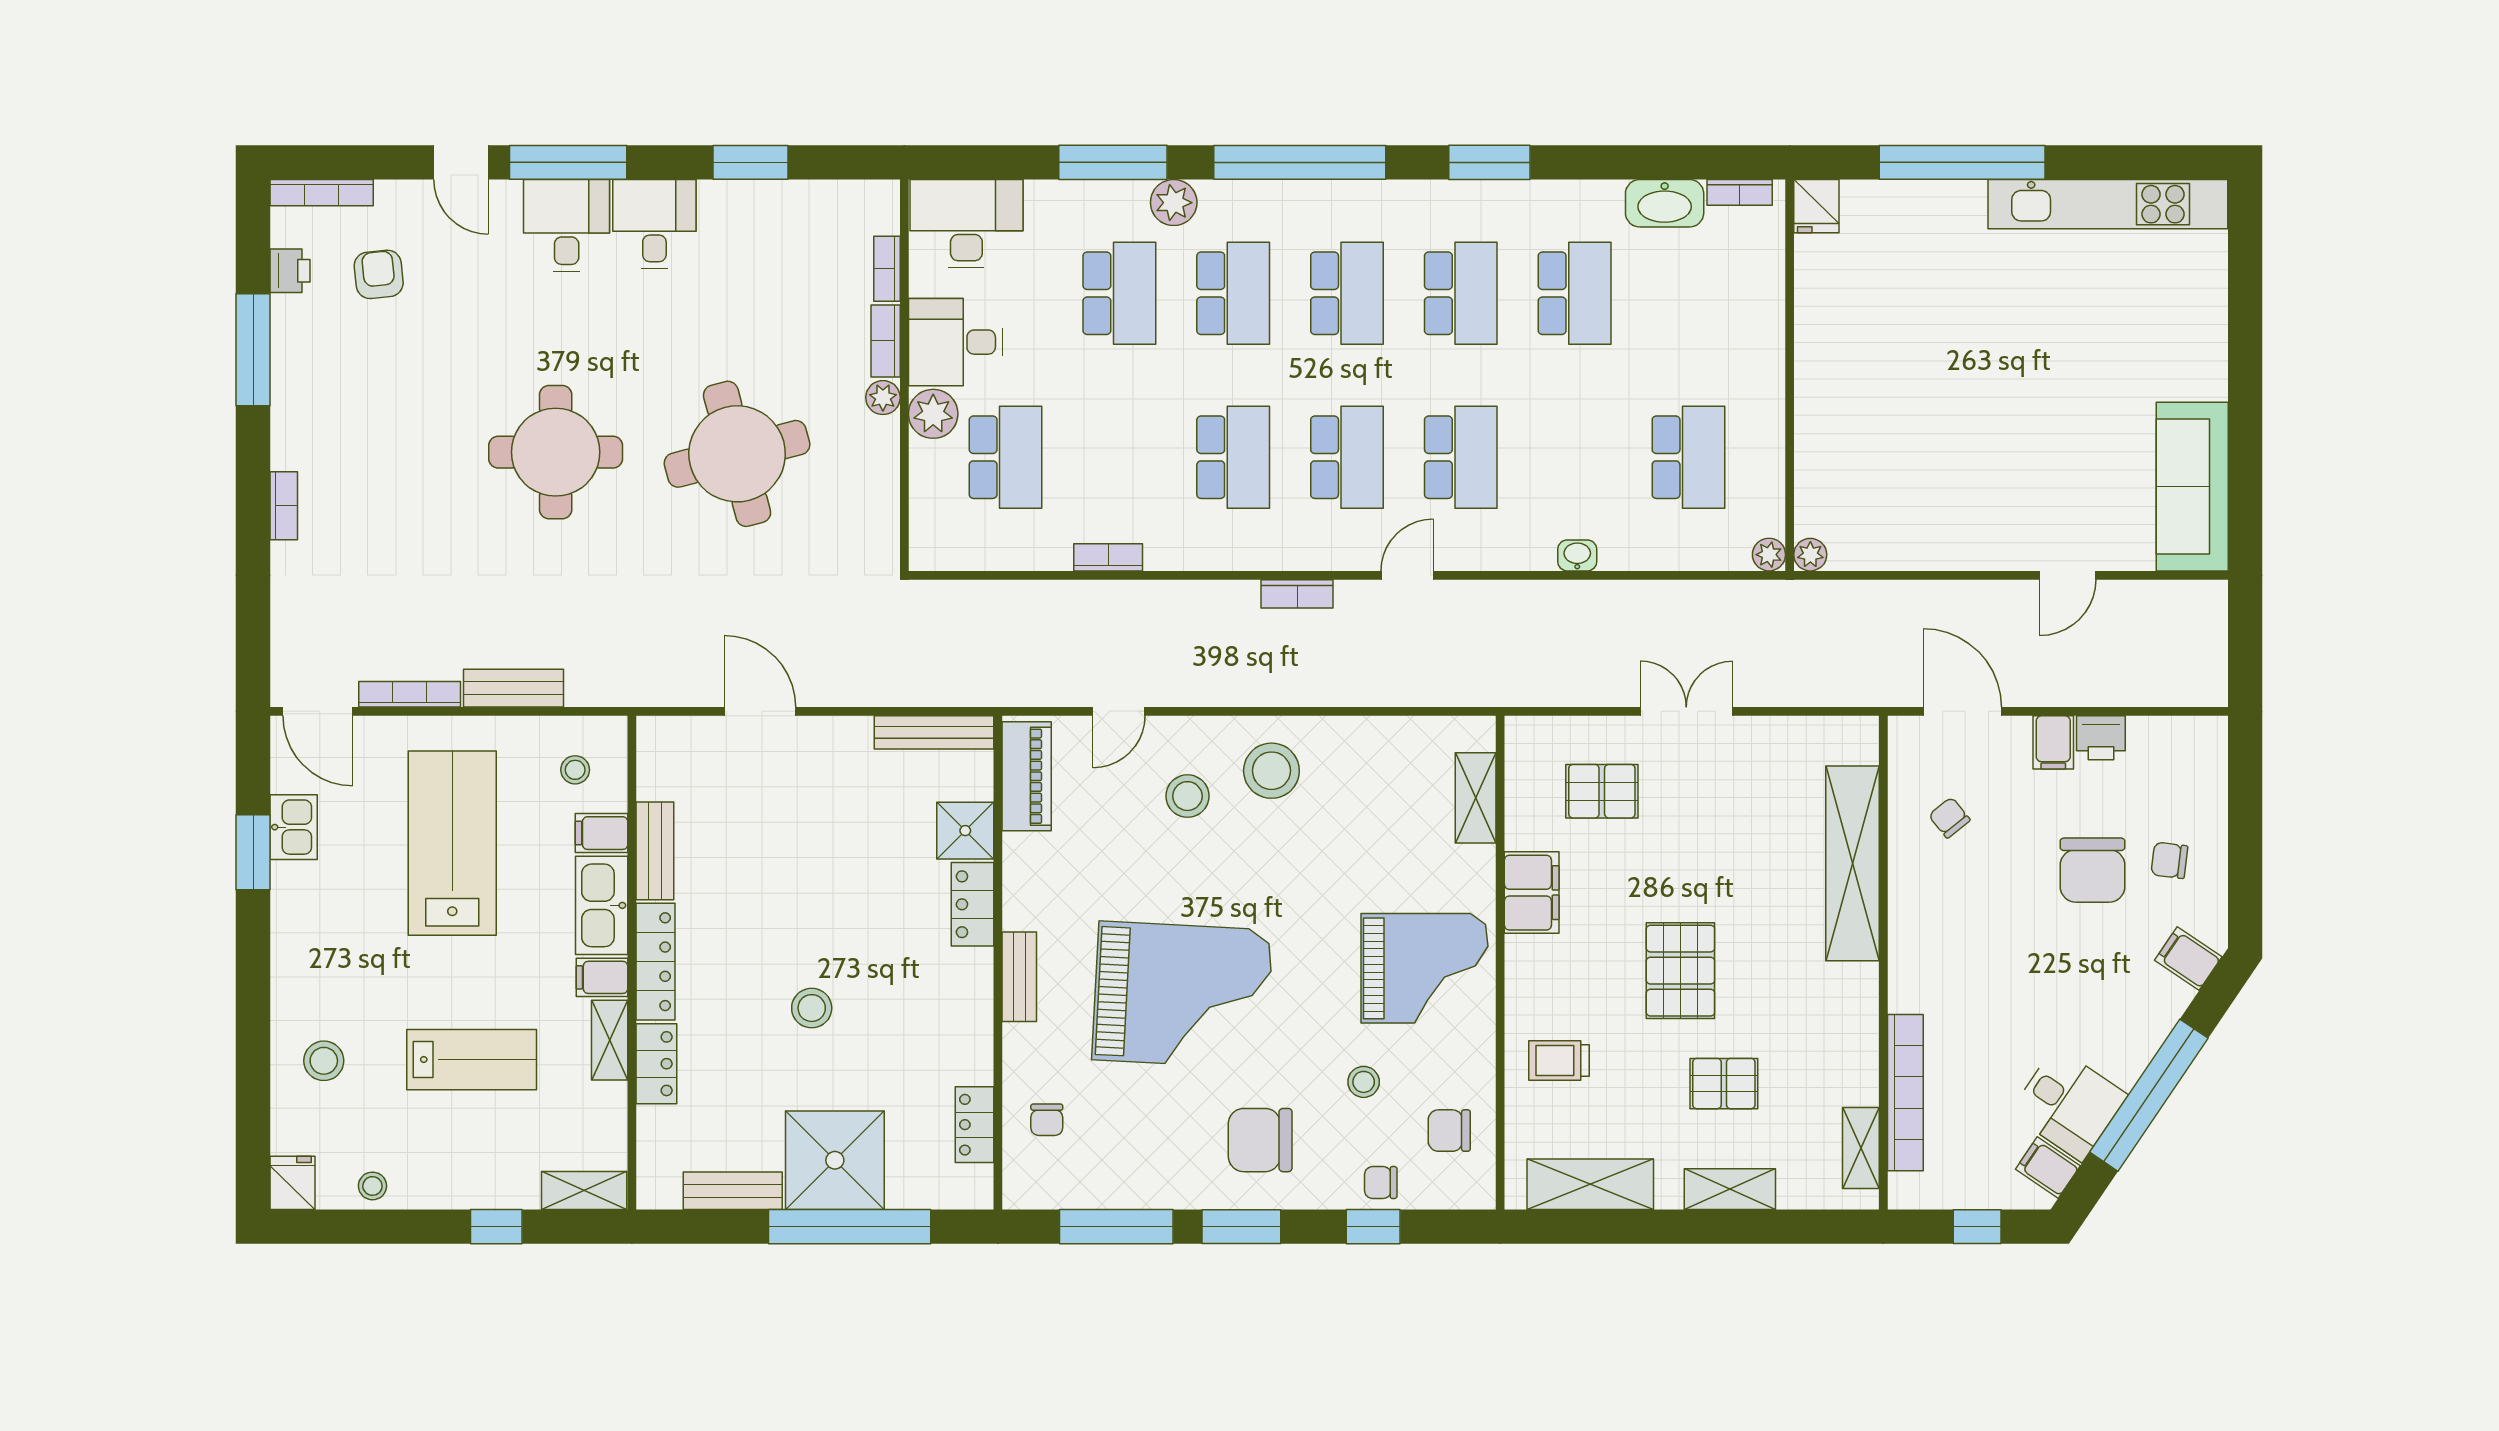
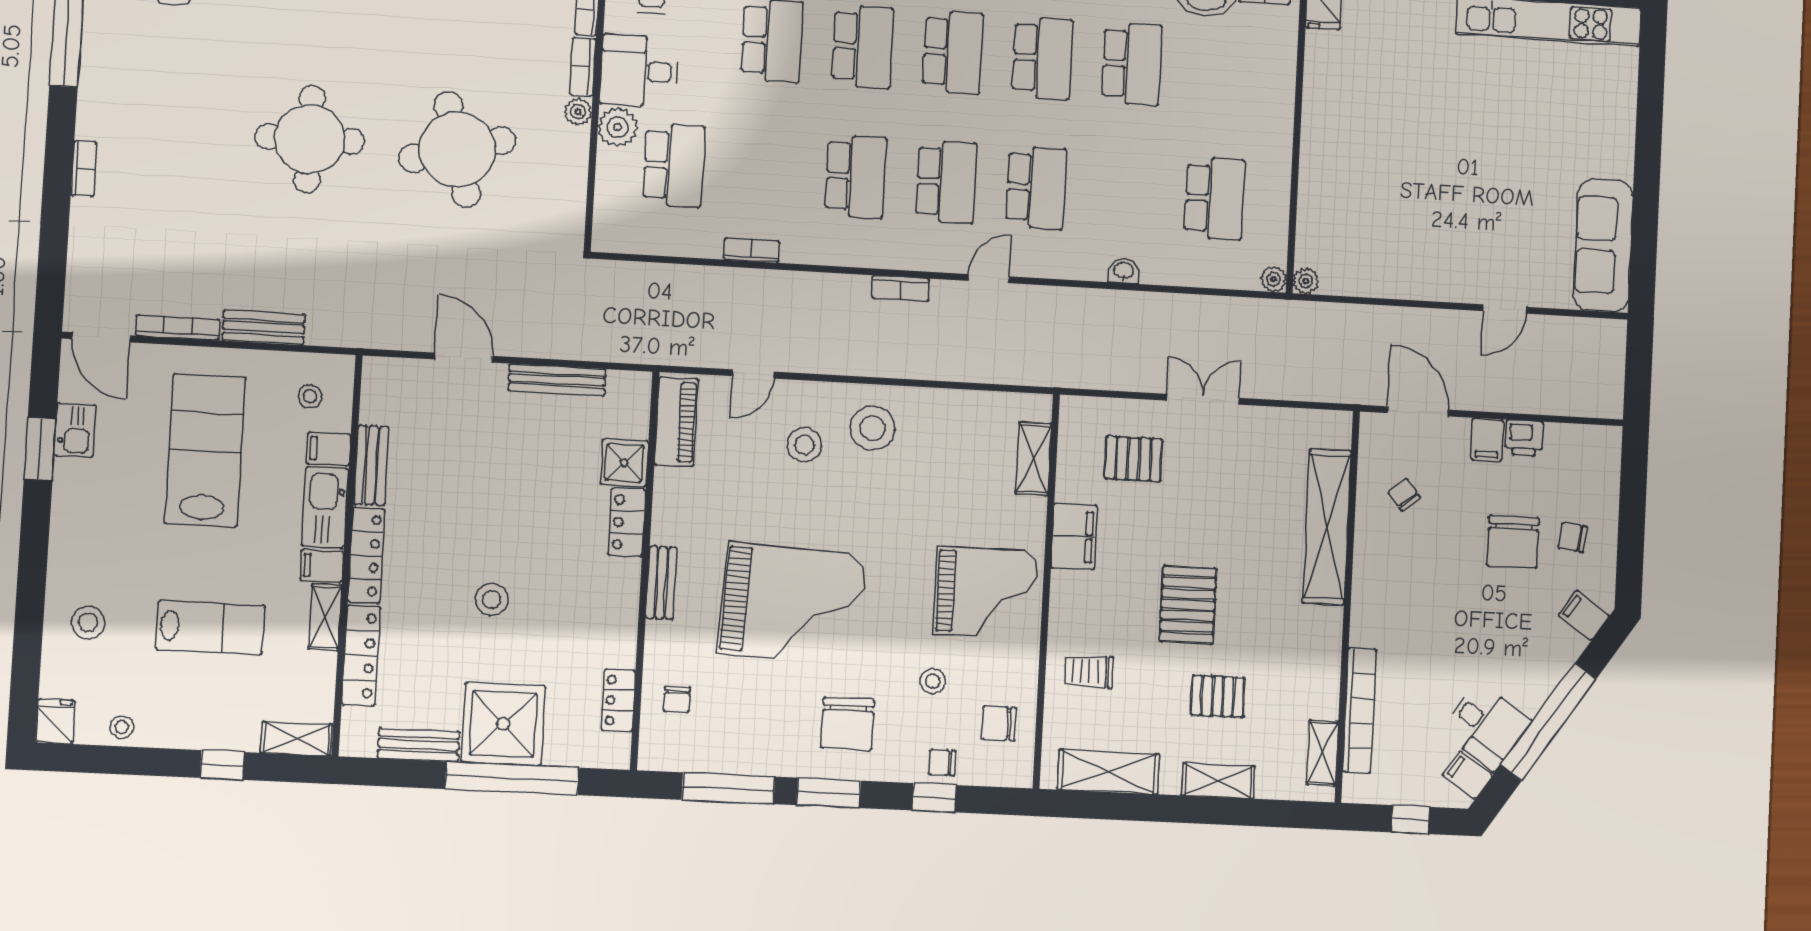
bench: (934, 732) -> (557, 380), moved
locker: (656, 1064) -> (361, 656), width x1.53
chair: (1260, 1140) -> (848, 724), turned -90

